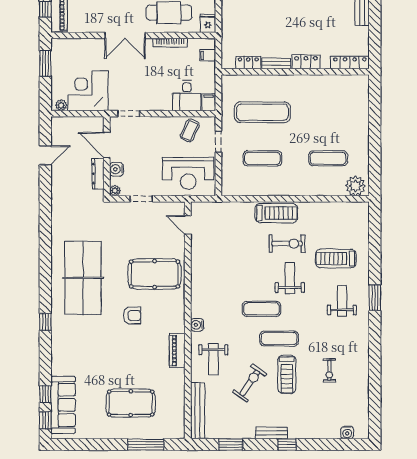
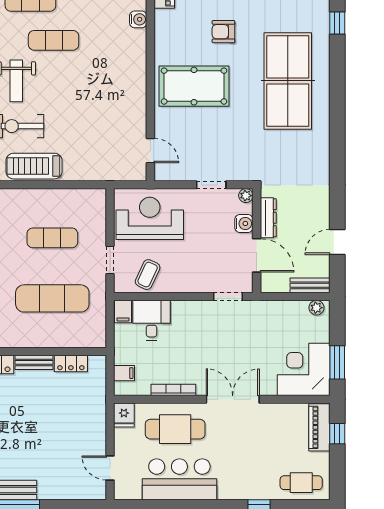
corner desk: (88, 91) -> (304, 369), moved, turned 180
bench: (66, 122) -> (310, 285), added

